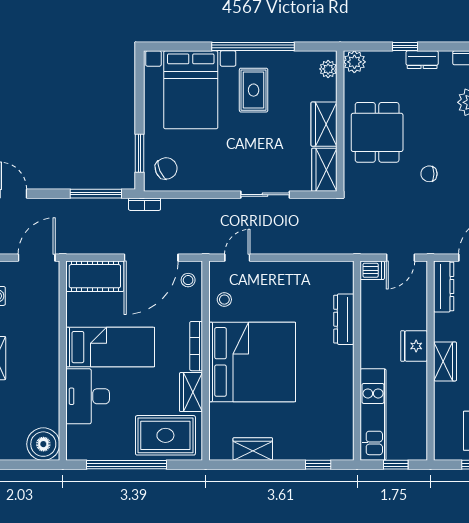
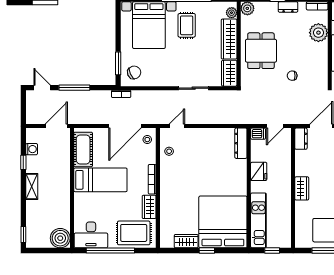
wardrobe: (324, 124) -> (229, 39), width x1.50
window: (96, 194) -> (74, 88), moved
cot: (95, 276) -> (83, 149), moved, turned 90
dresser: (444, 286) -> (301, 139), width x0.70
dresser: (344, 319) -> (241, 143), moved
fridge: (414, 346) -> (259, 171), moved, turned 180
bed: (252, 362) -> (223, 222), moved, turned -90
desk: (88, 396) -> (91, 235), moved, turned -90
window: (318, 465) -> (207, 251), moved

